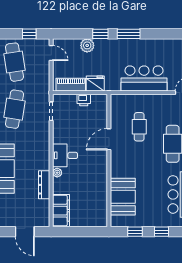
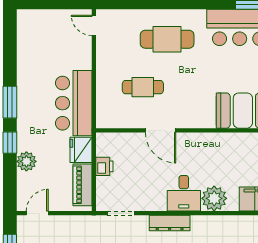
bar counter: (144, 78) -> (74, 103), moved
plant: (57, 173) -> (214, 198), width x1.87, depth x1.87
dresser: (44, 185) -> (170, 223), moved

